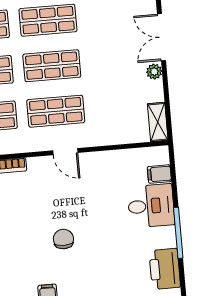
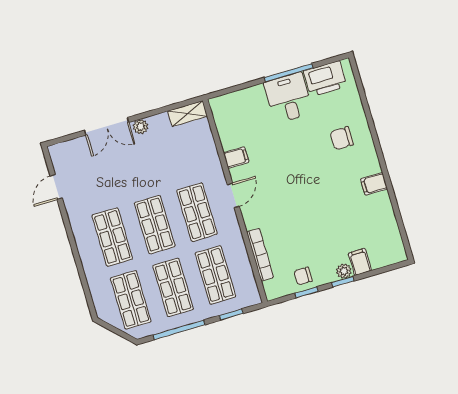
filing cabinet: (159, 174) -> (236, 158), moved, turned -90
desk: (151, 206) -> (288, 98), moved
chair: (63, 239) -> (342, 138), moved

